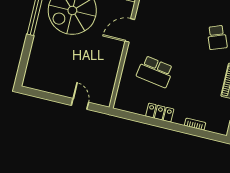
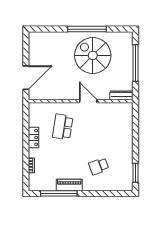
door: (80, 104) -> (26, 78), width x1.87

